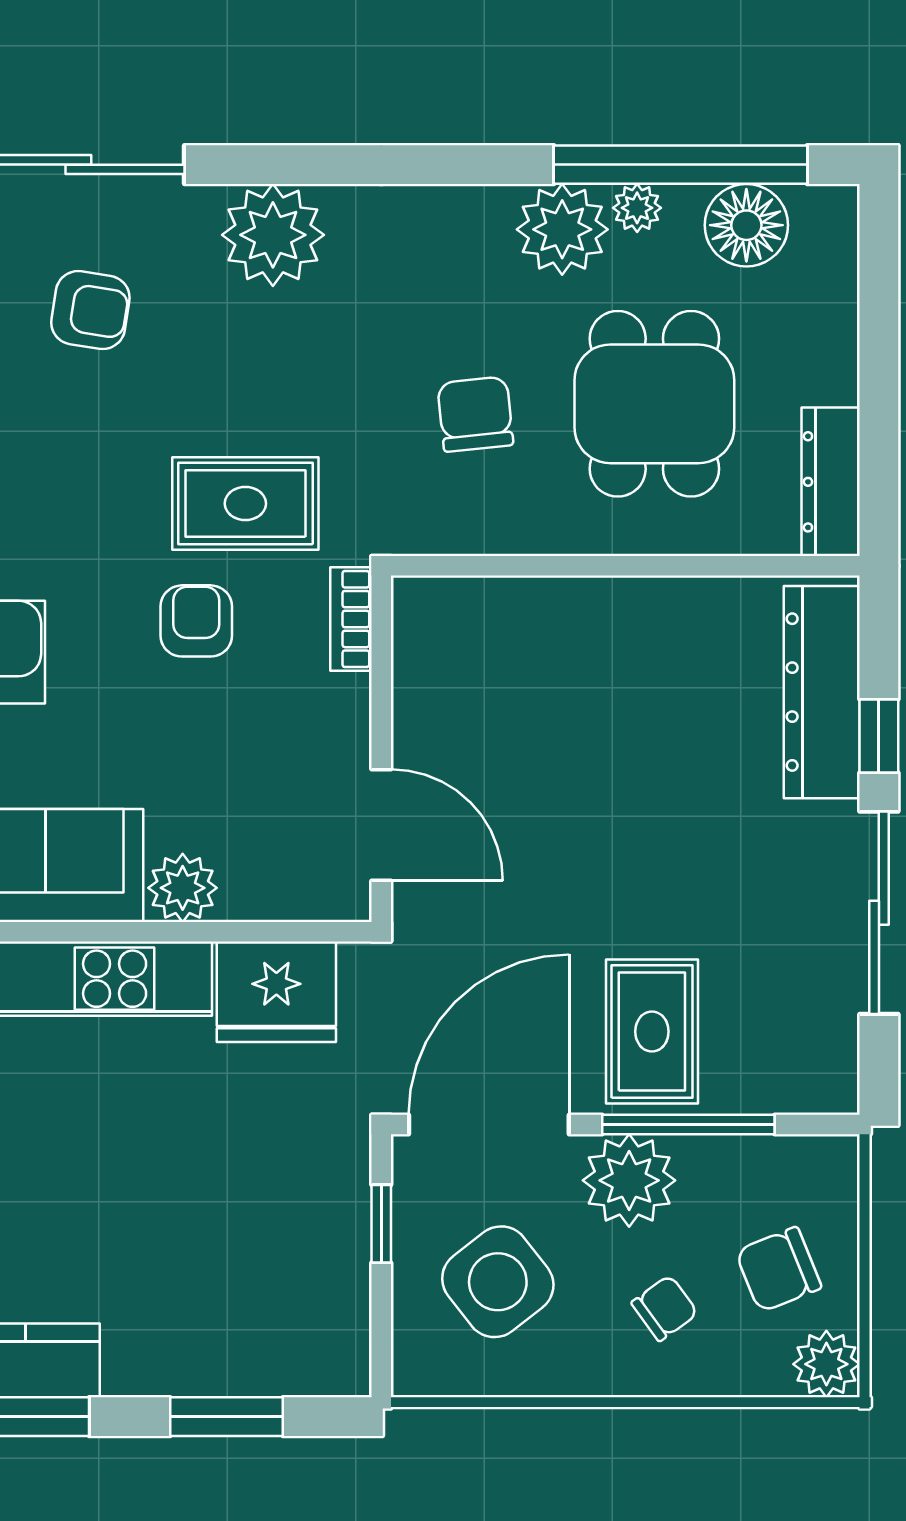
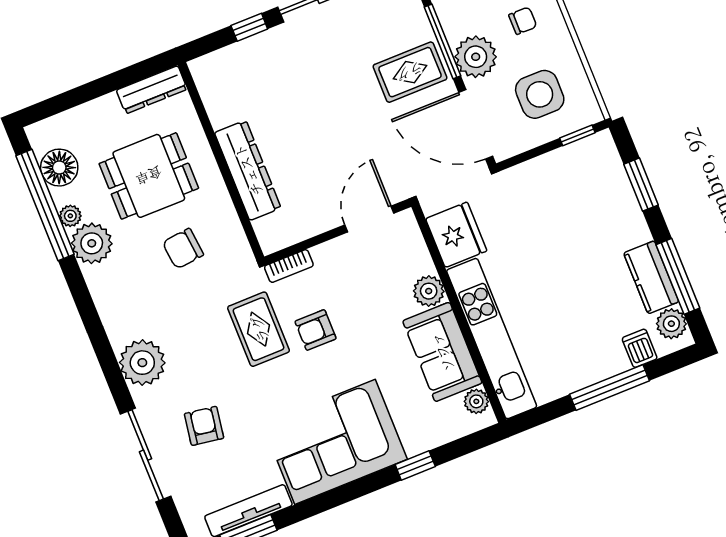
dresser: (822, 692) -> (248, 170), moved, turned -90
window: (381, 1224) -> (577, 135), moved
side table: (498, 1282) -> (540, 94), turned 38
chair: (665, 1308) -> (523, 21), turned 126

